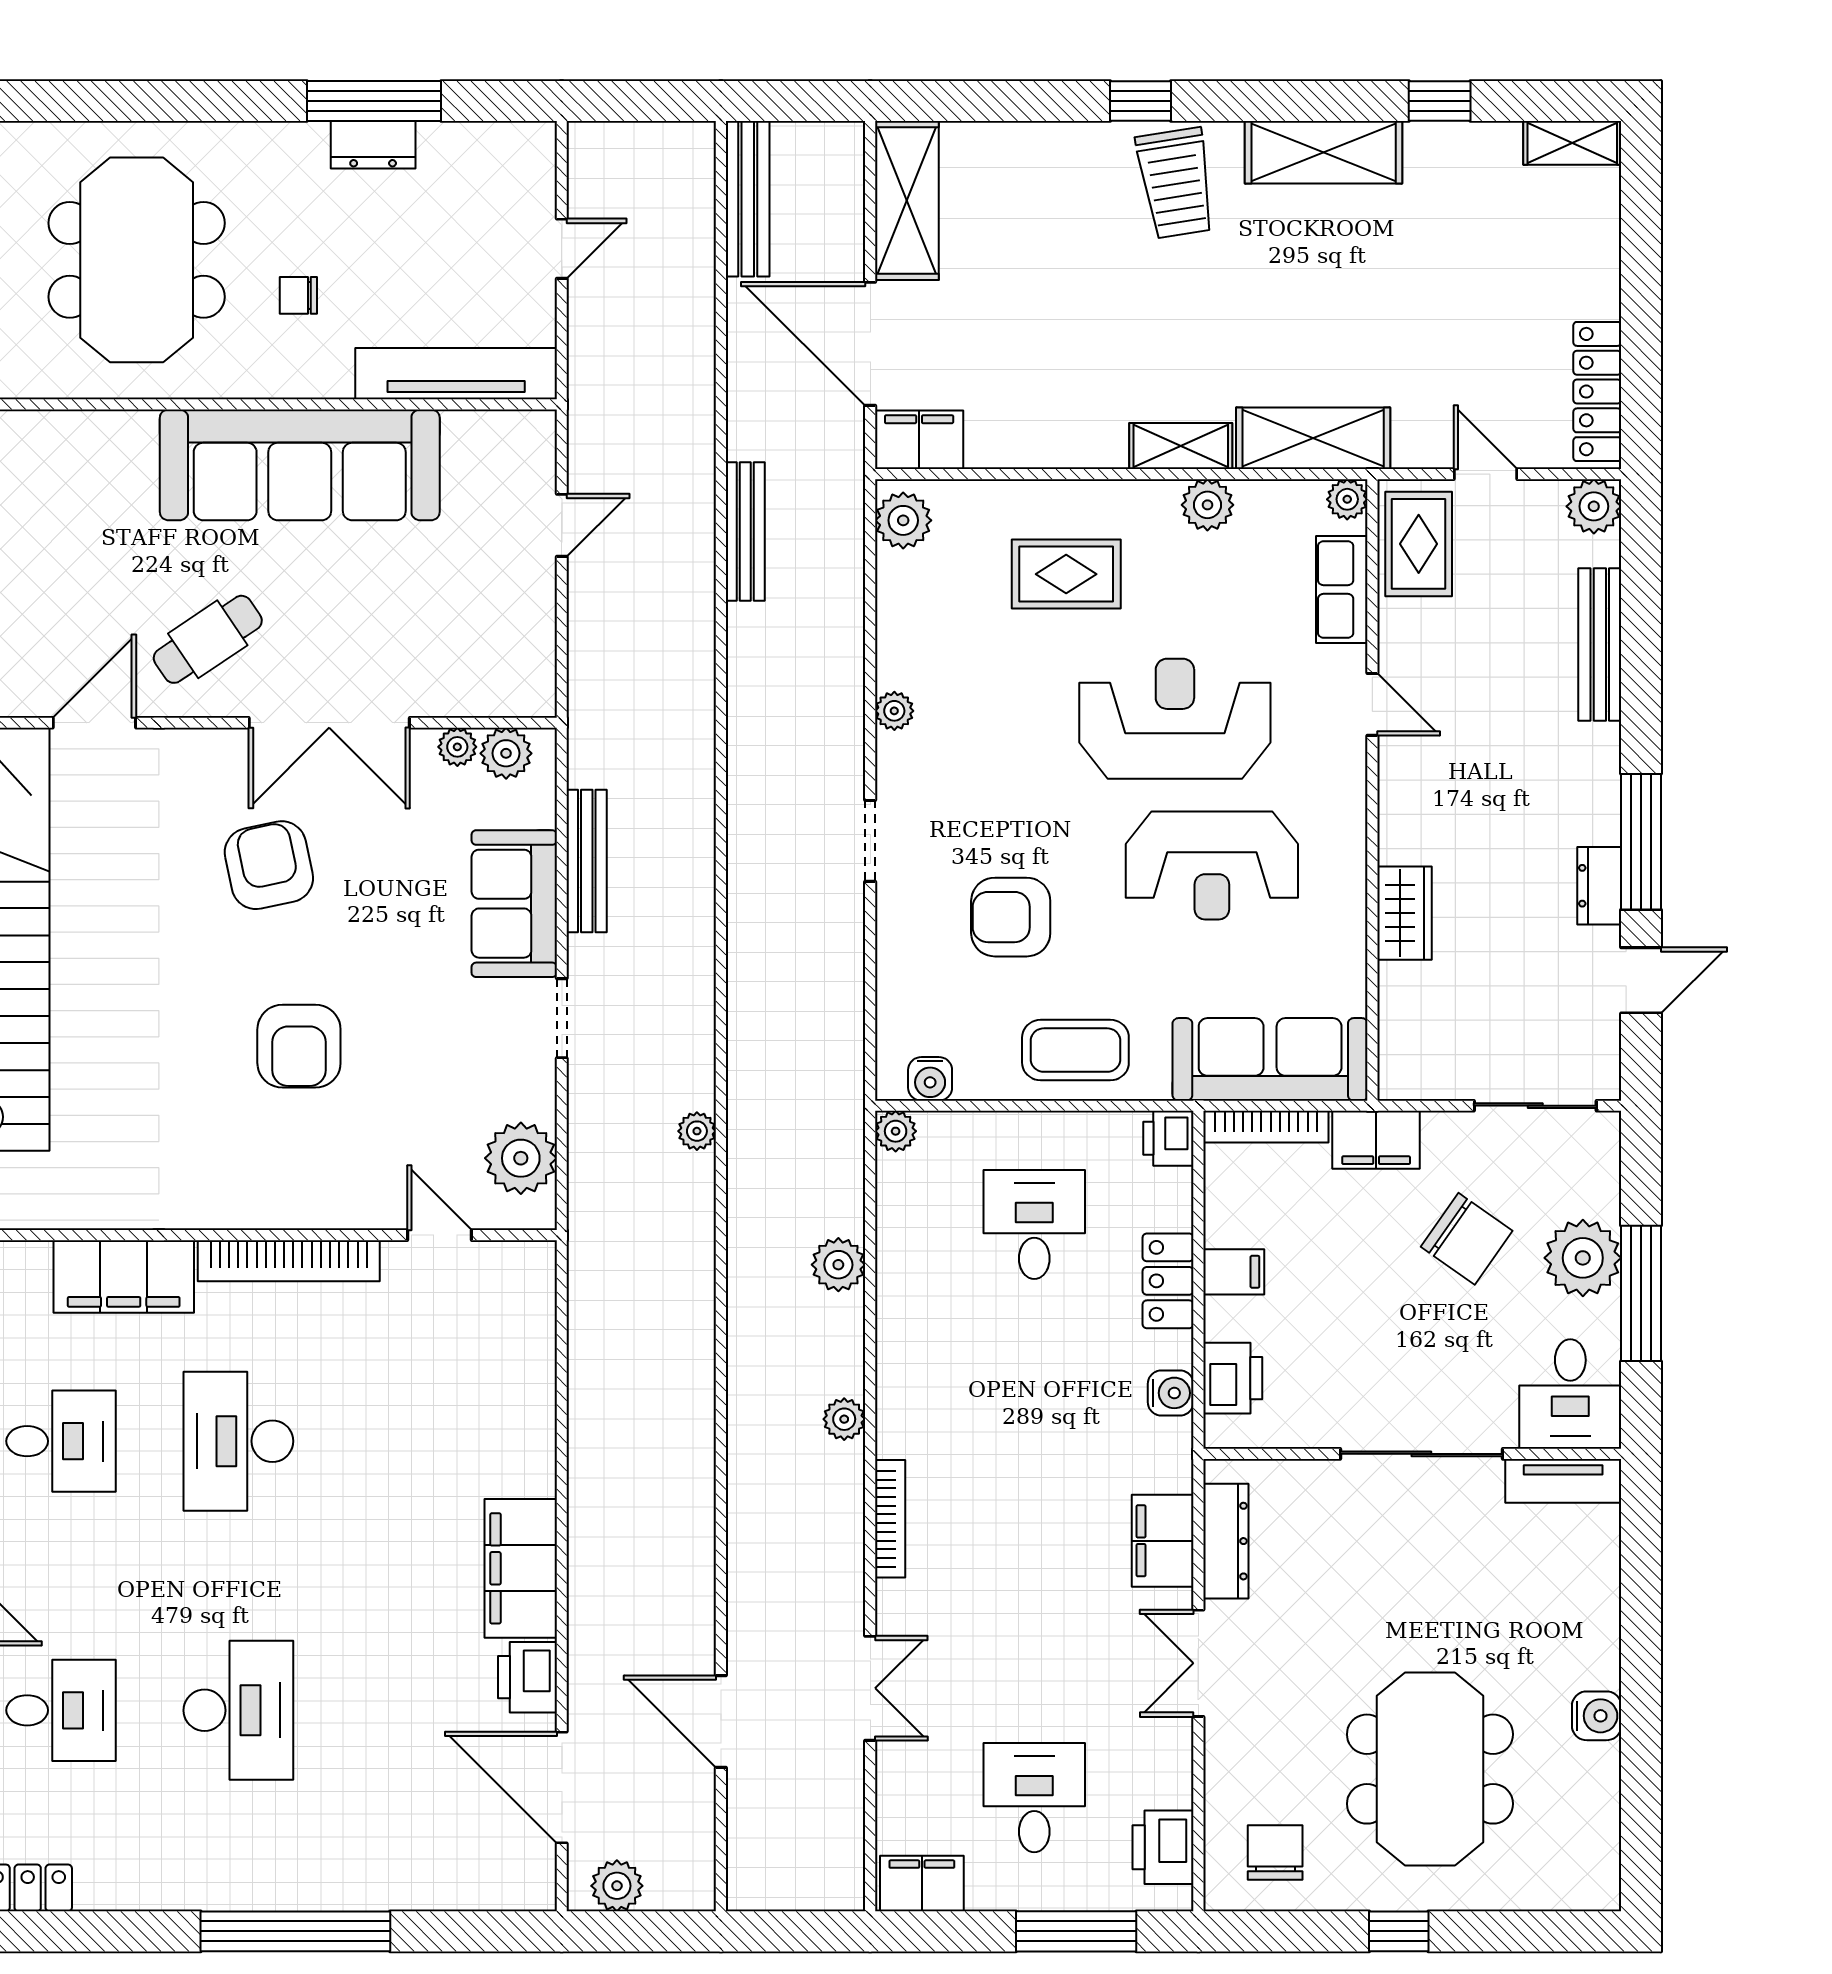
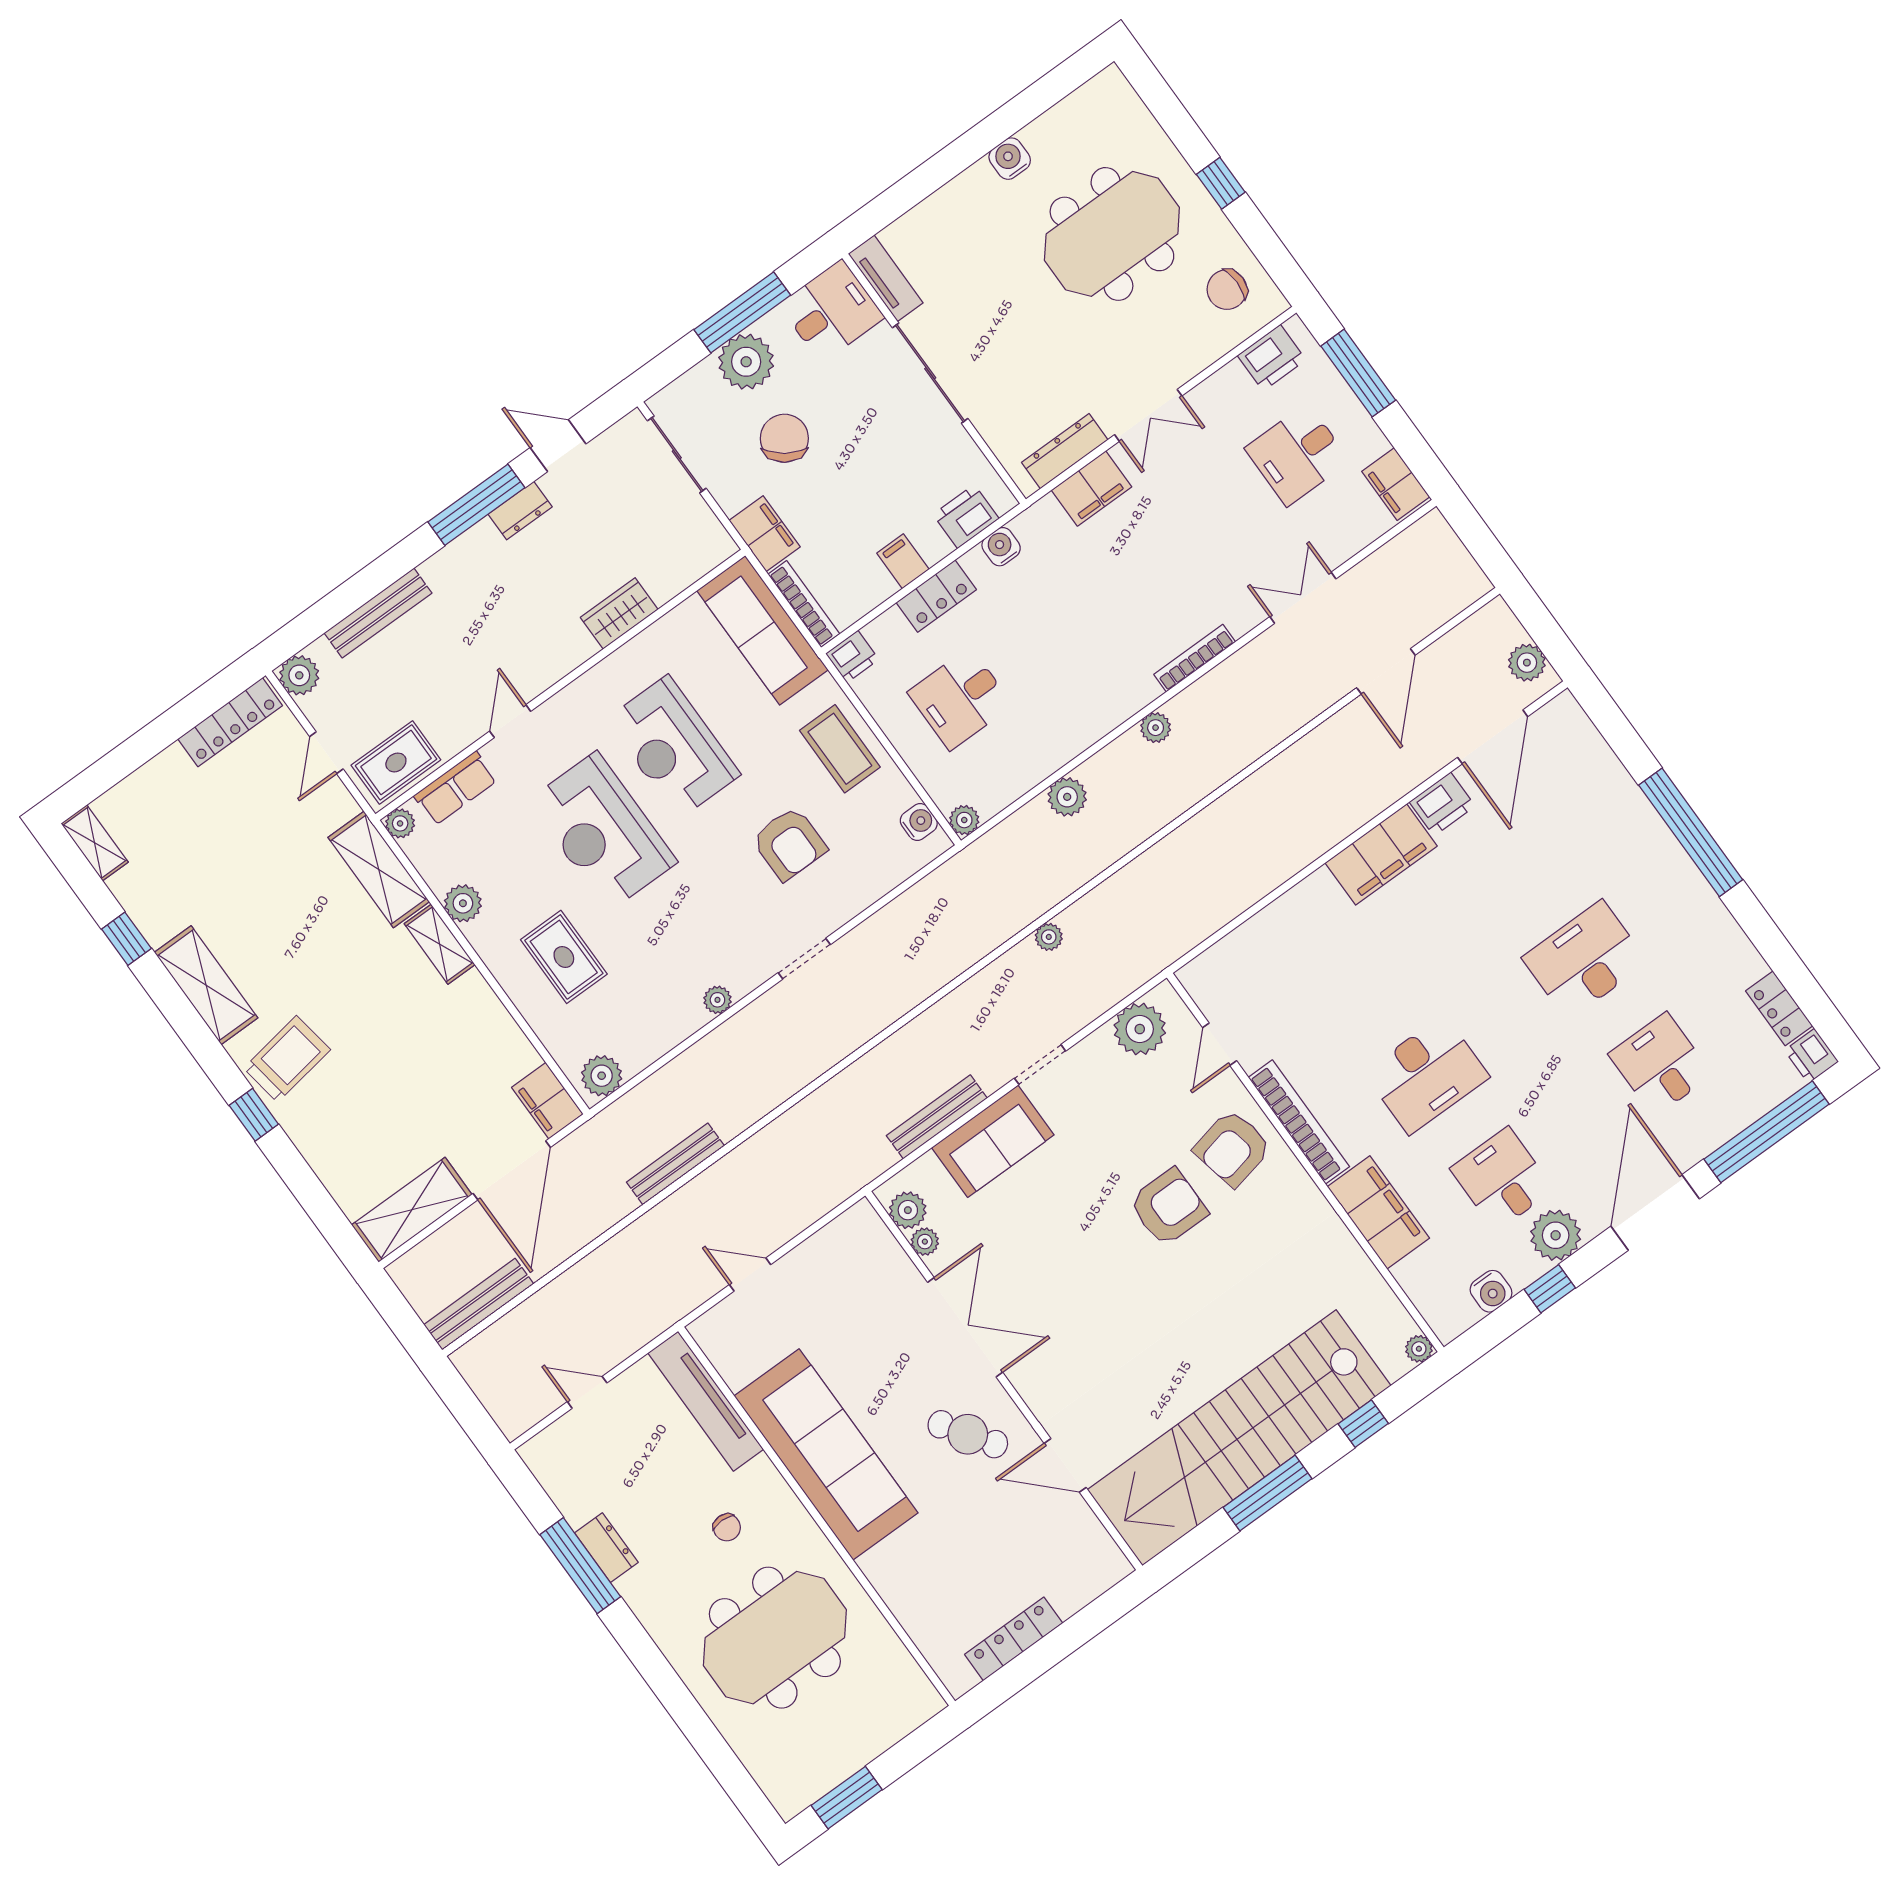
armchair: (269, 865) -> (1233, 1148), moved
reception desk: (1212, 865) -> (673, 747), turned 180

